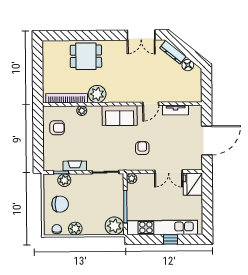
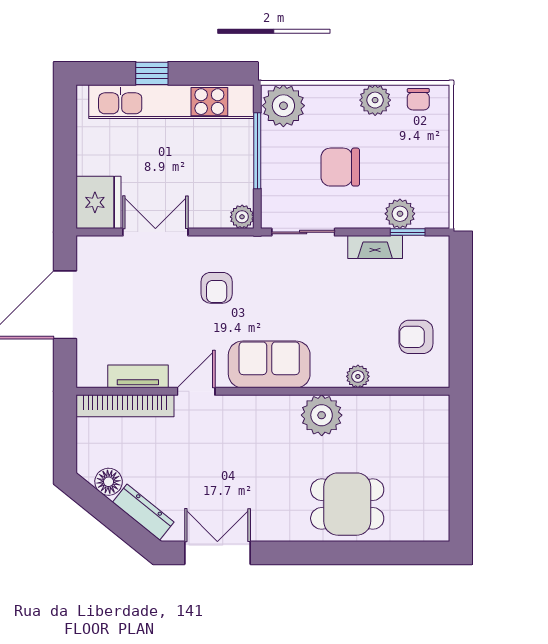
bookcase: (67, 98) -> (125, 406), moved
chair: (60, 204) -> (340, 167), moved

